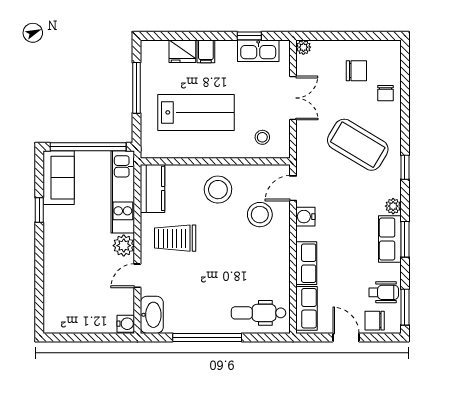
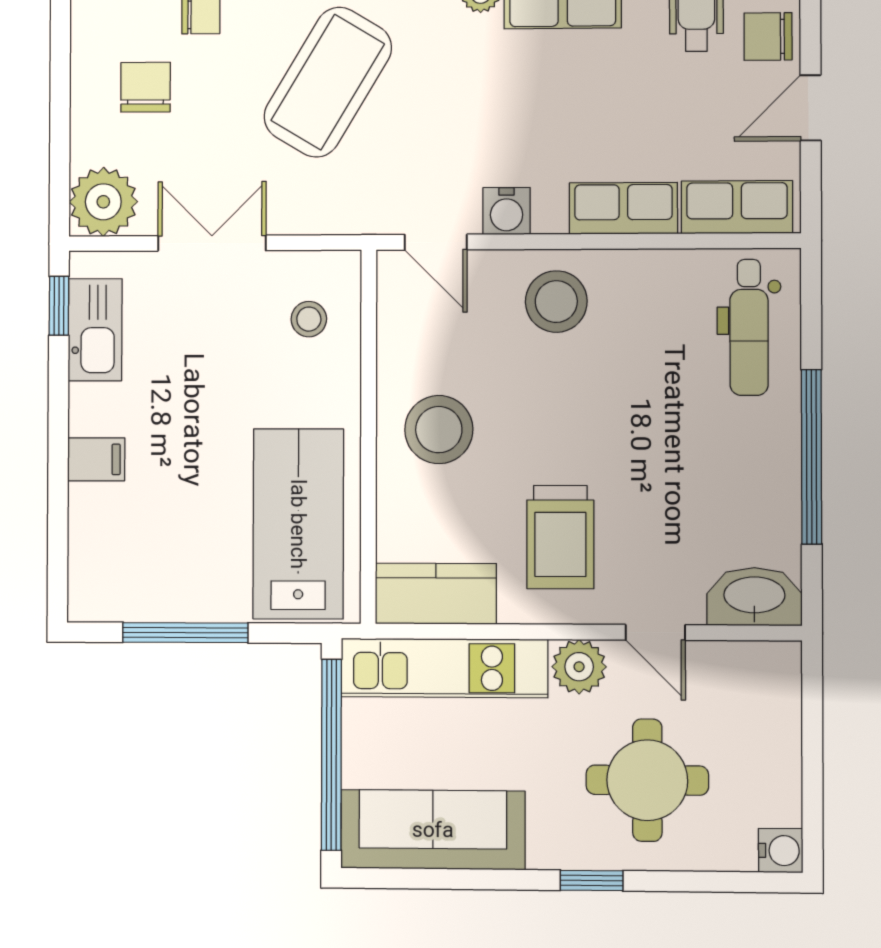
window: (249, 36) -> (59, 306), moved
plant: (303, 47) -> (103, 202), width x1.87, depth x1.87
fridge: (182, 51) -> (95, 518), removed
lab bench: (196, 112) -> (298, 524), moved
sofa: (59, 178) -> (433, 830), width x1.36
window: (39, 210) -> (592, 880), moved
stool: (260, 215) -> (556, 302), moved
round table: (79, 272) -> (647, 780), added
chair: (375, 321) -> (768, 37), turned 90
water cooler: (126, 324) -> (781, 851), moved, turned 90

